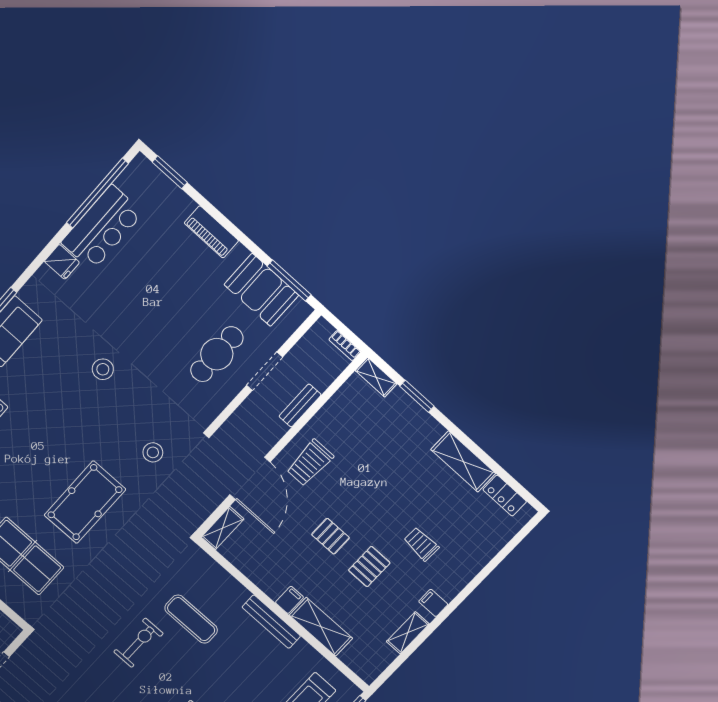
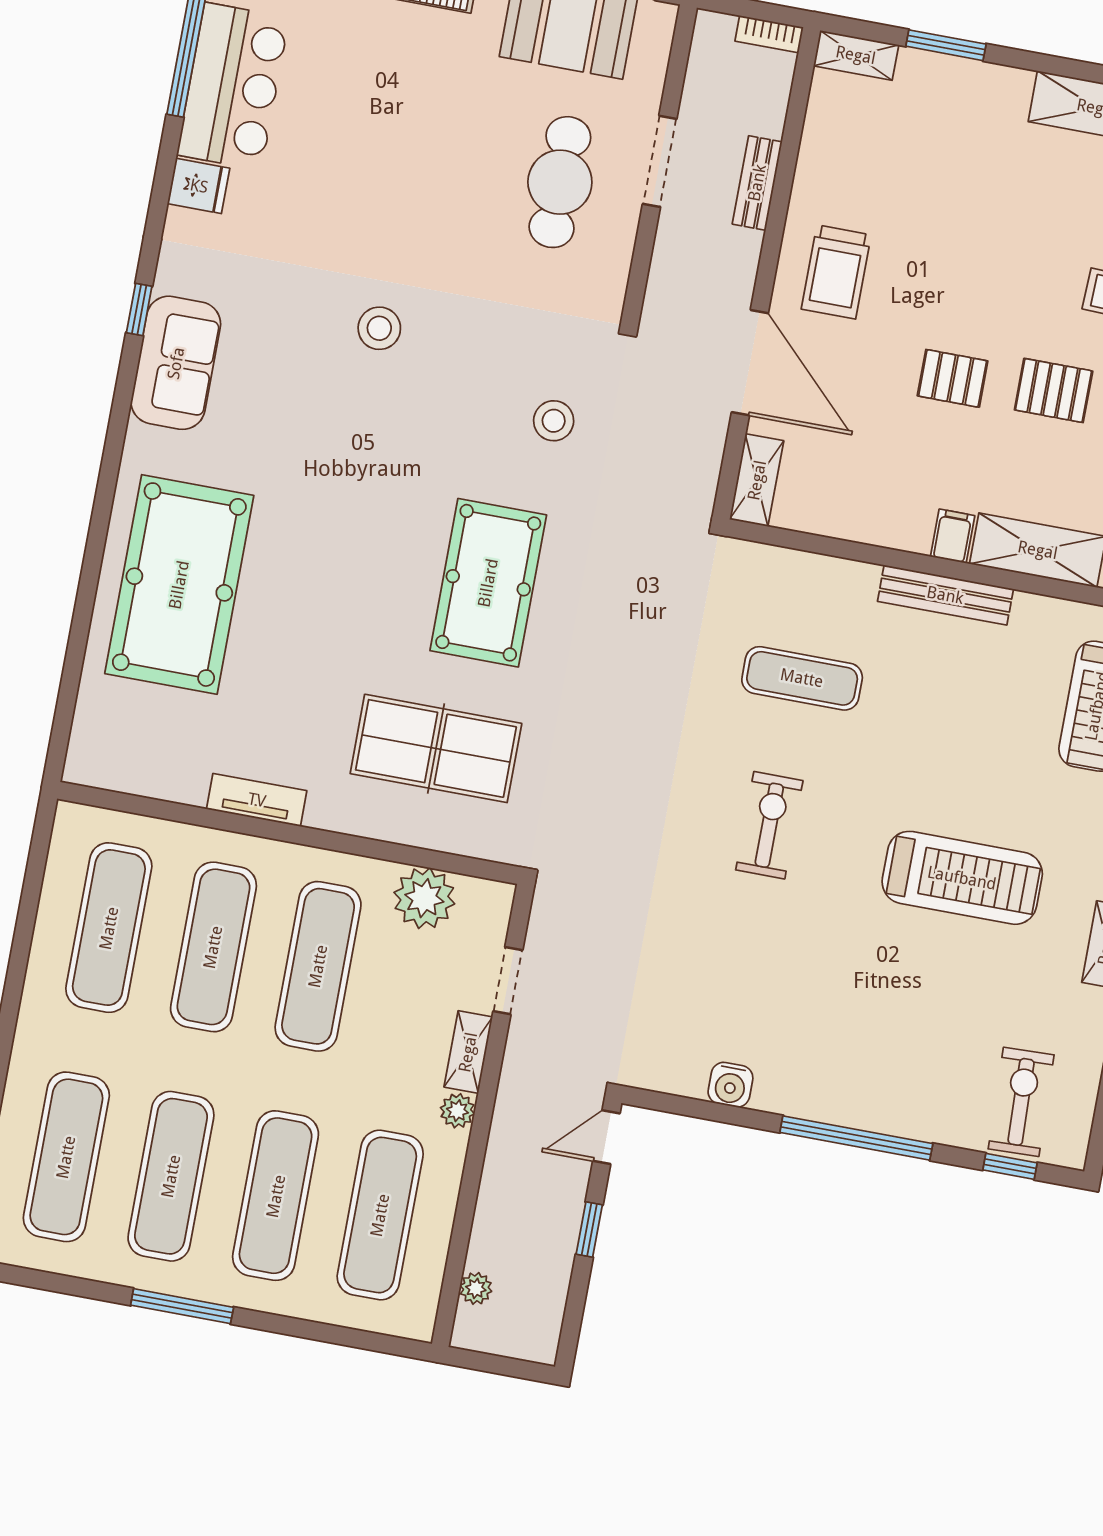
pallet: (369, 567) -> (1054, 390), turned 90
exercise bike: (138, 643) -> (769, 825), moved

